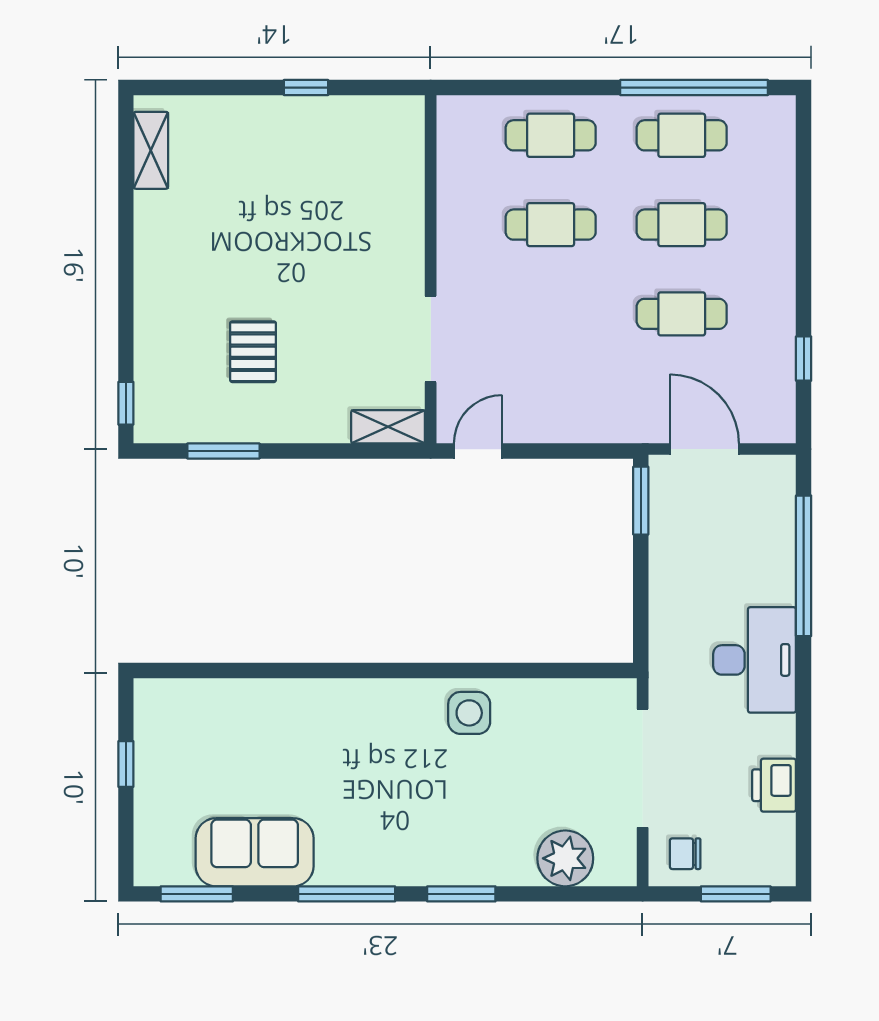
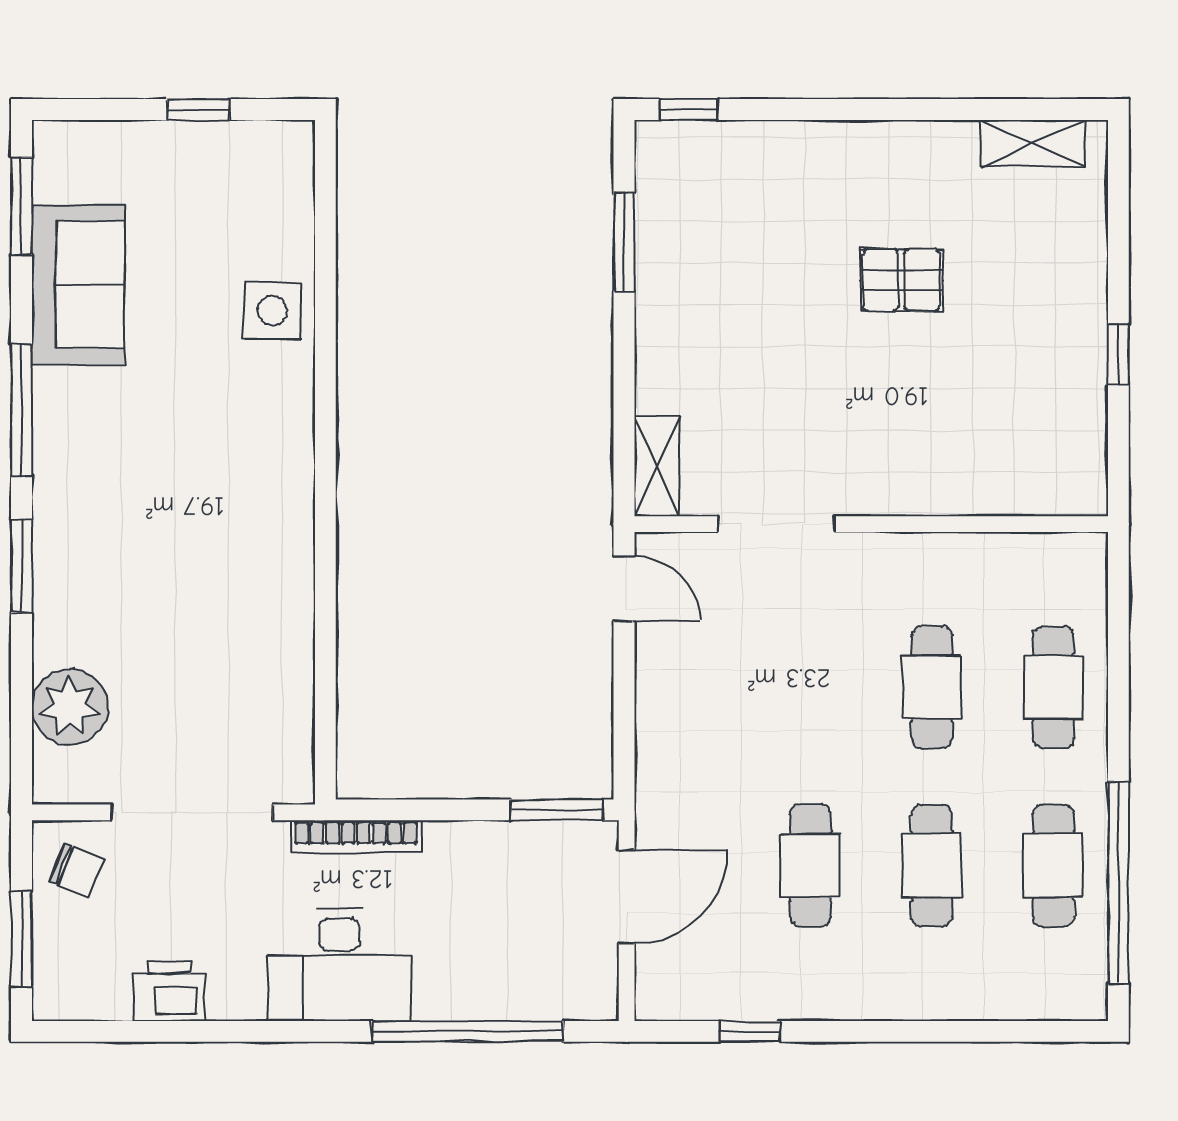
pallet: (253, 352) -> (901, 280), moved
bookcase: (660, 648) -> (356, 837), added
side table: (469, 713) -> (272, 311), moved
chair: (685, 854) -> (76, 870), turned 112

